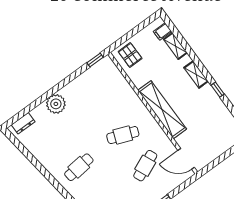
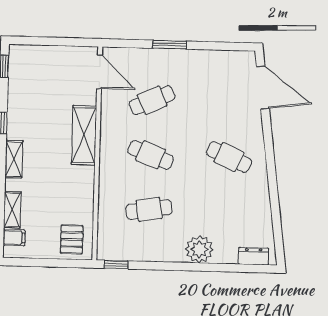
cafe table: (100, 104) -> (149, 209), added
shelving: (162, 110) -> (84, 135), width x0.68
cafe table: (79, 167) -> (229, 157), turned 30

